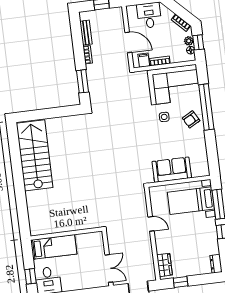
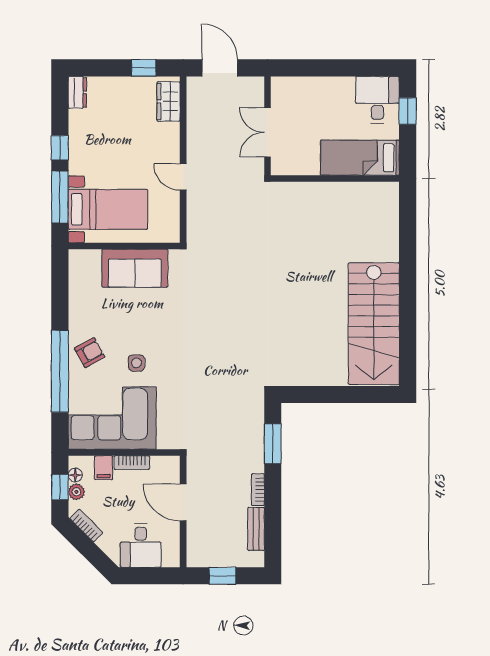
filing cabinet: (144, 60) -> (104, 468), moved
double door: (109, 268) -> (267, 132), moved

